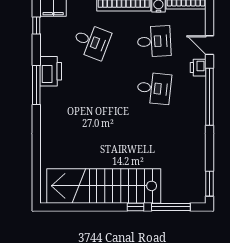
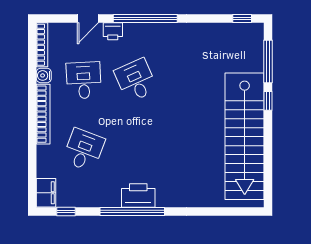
printer: (51, 71) -> (138, 196), moved
window: (36, 85) -> (132, 212), width x1.46
desk: (154, 88) -> (136, 80), turned -30
window: (209, 184) -> (242, 19), width x0.67

